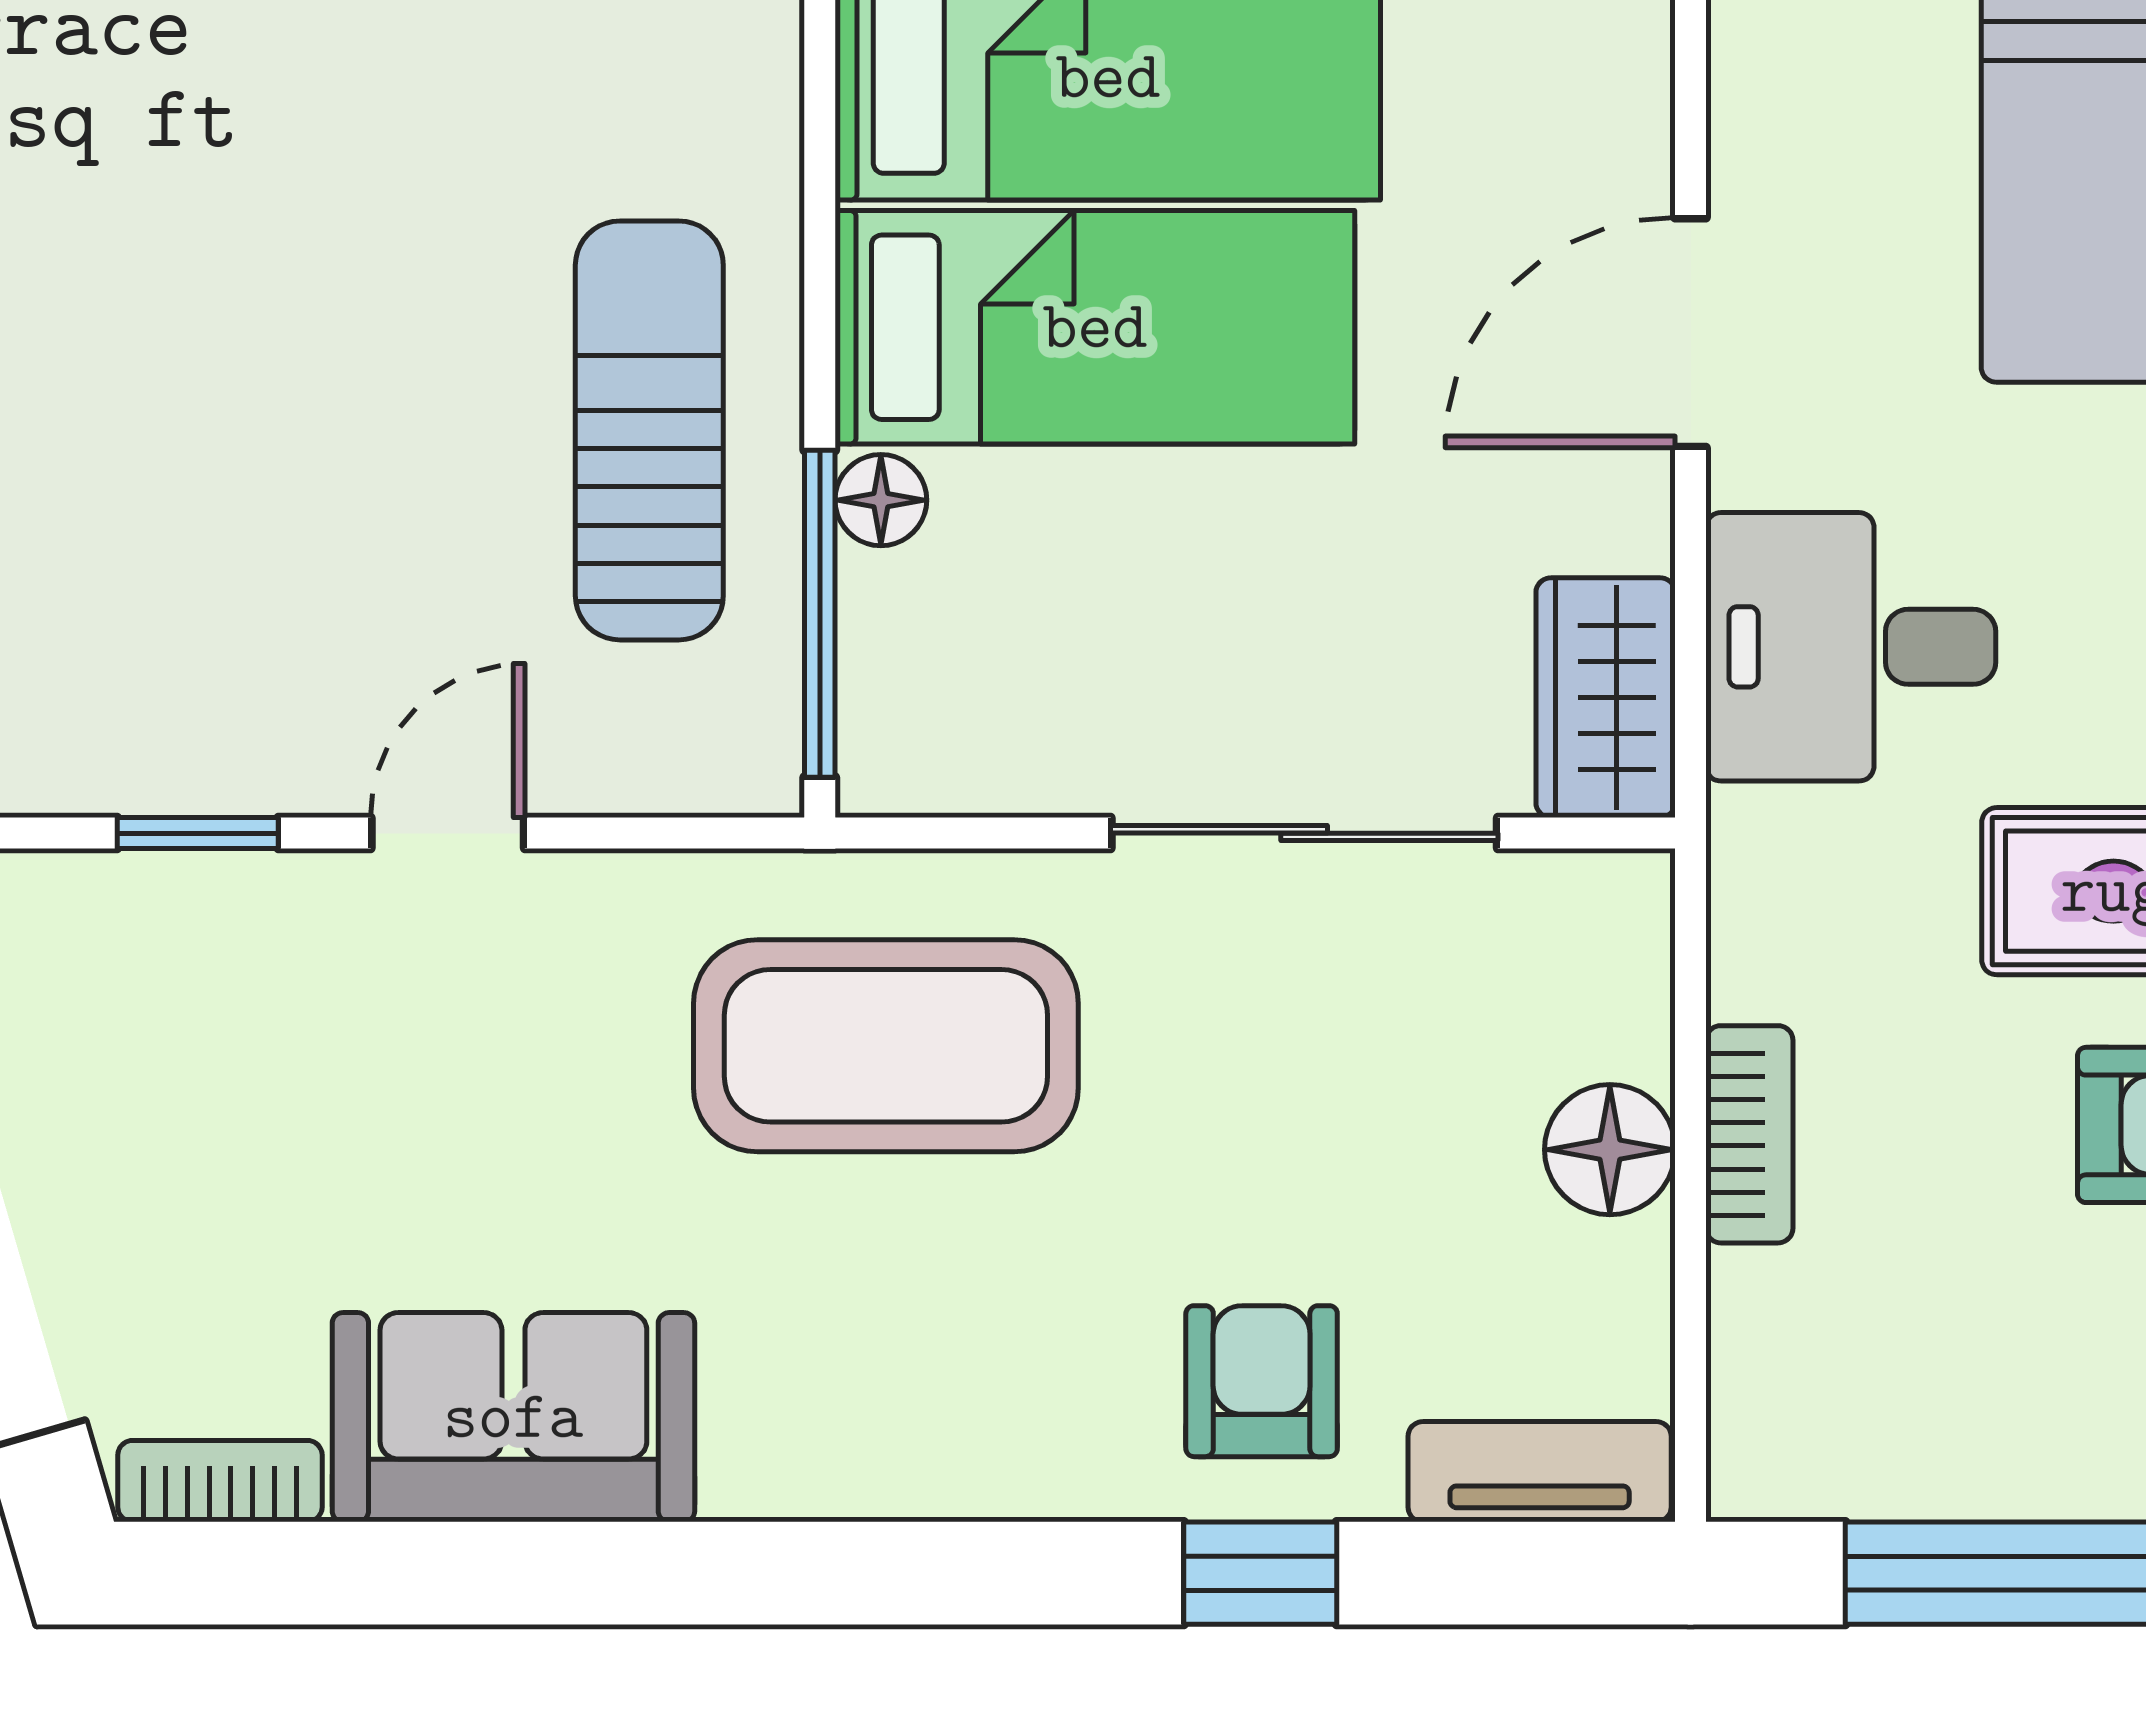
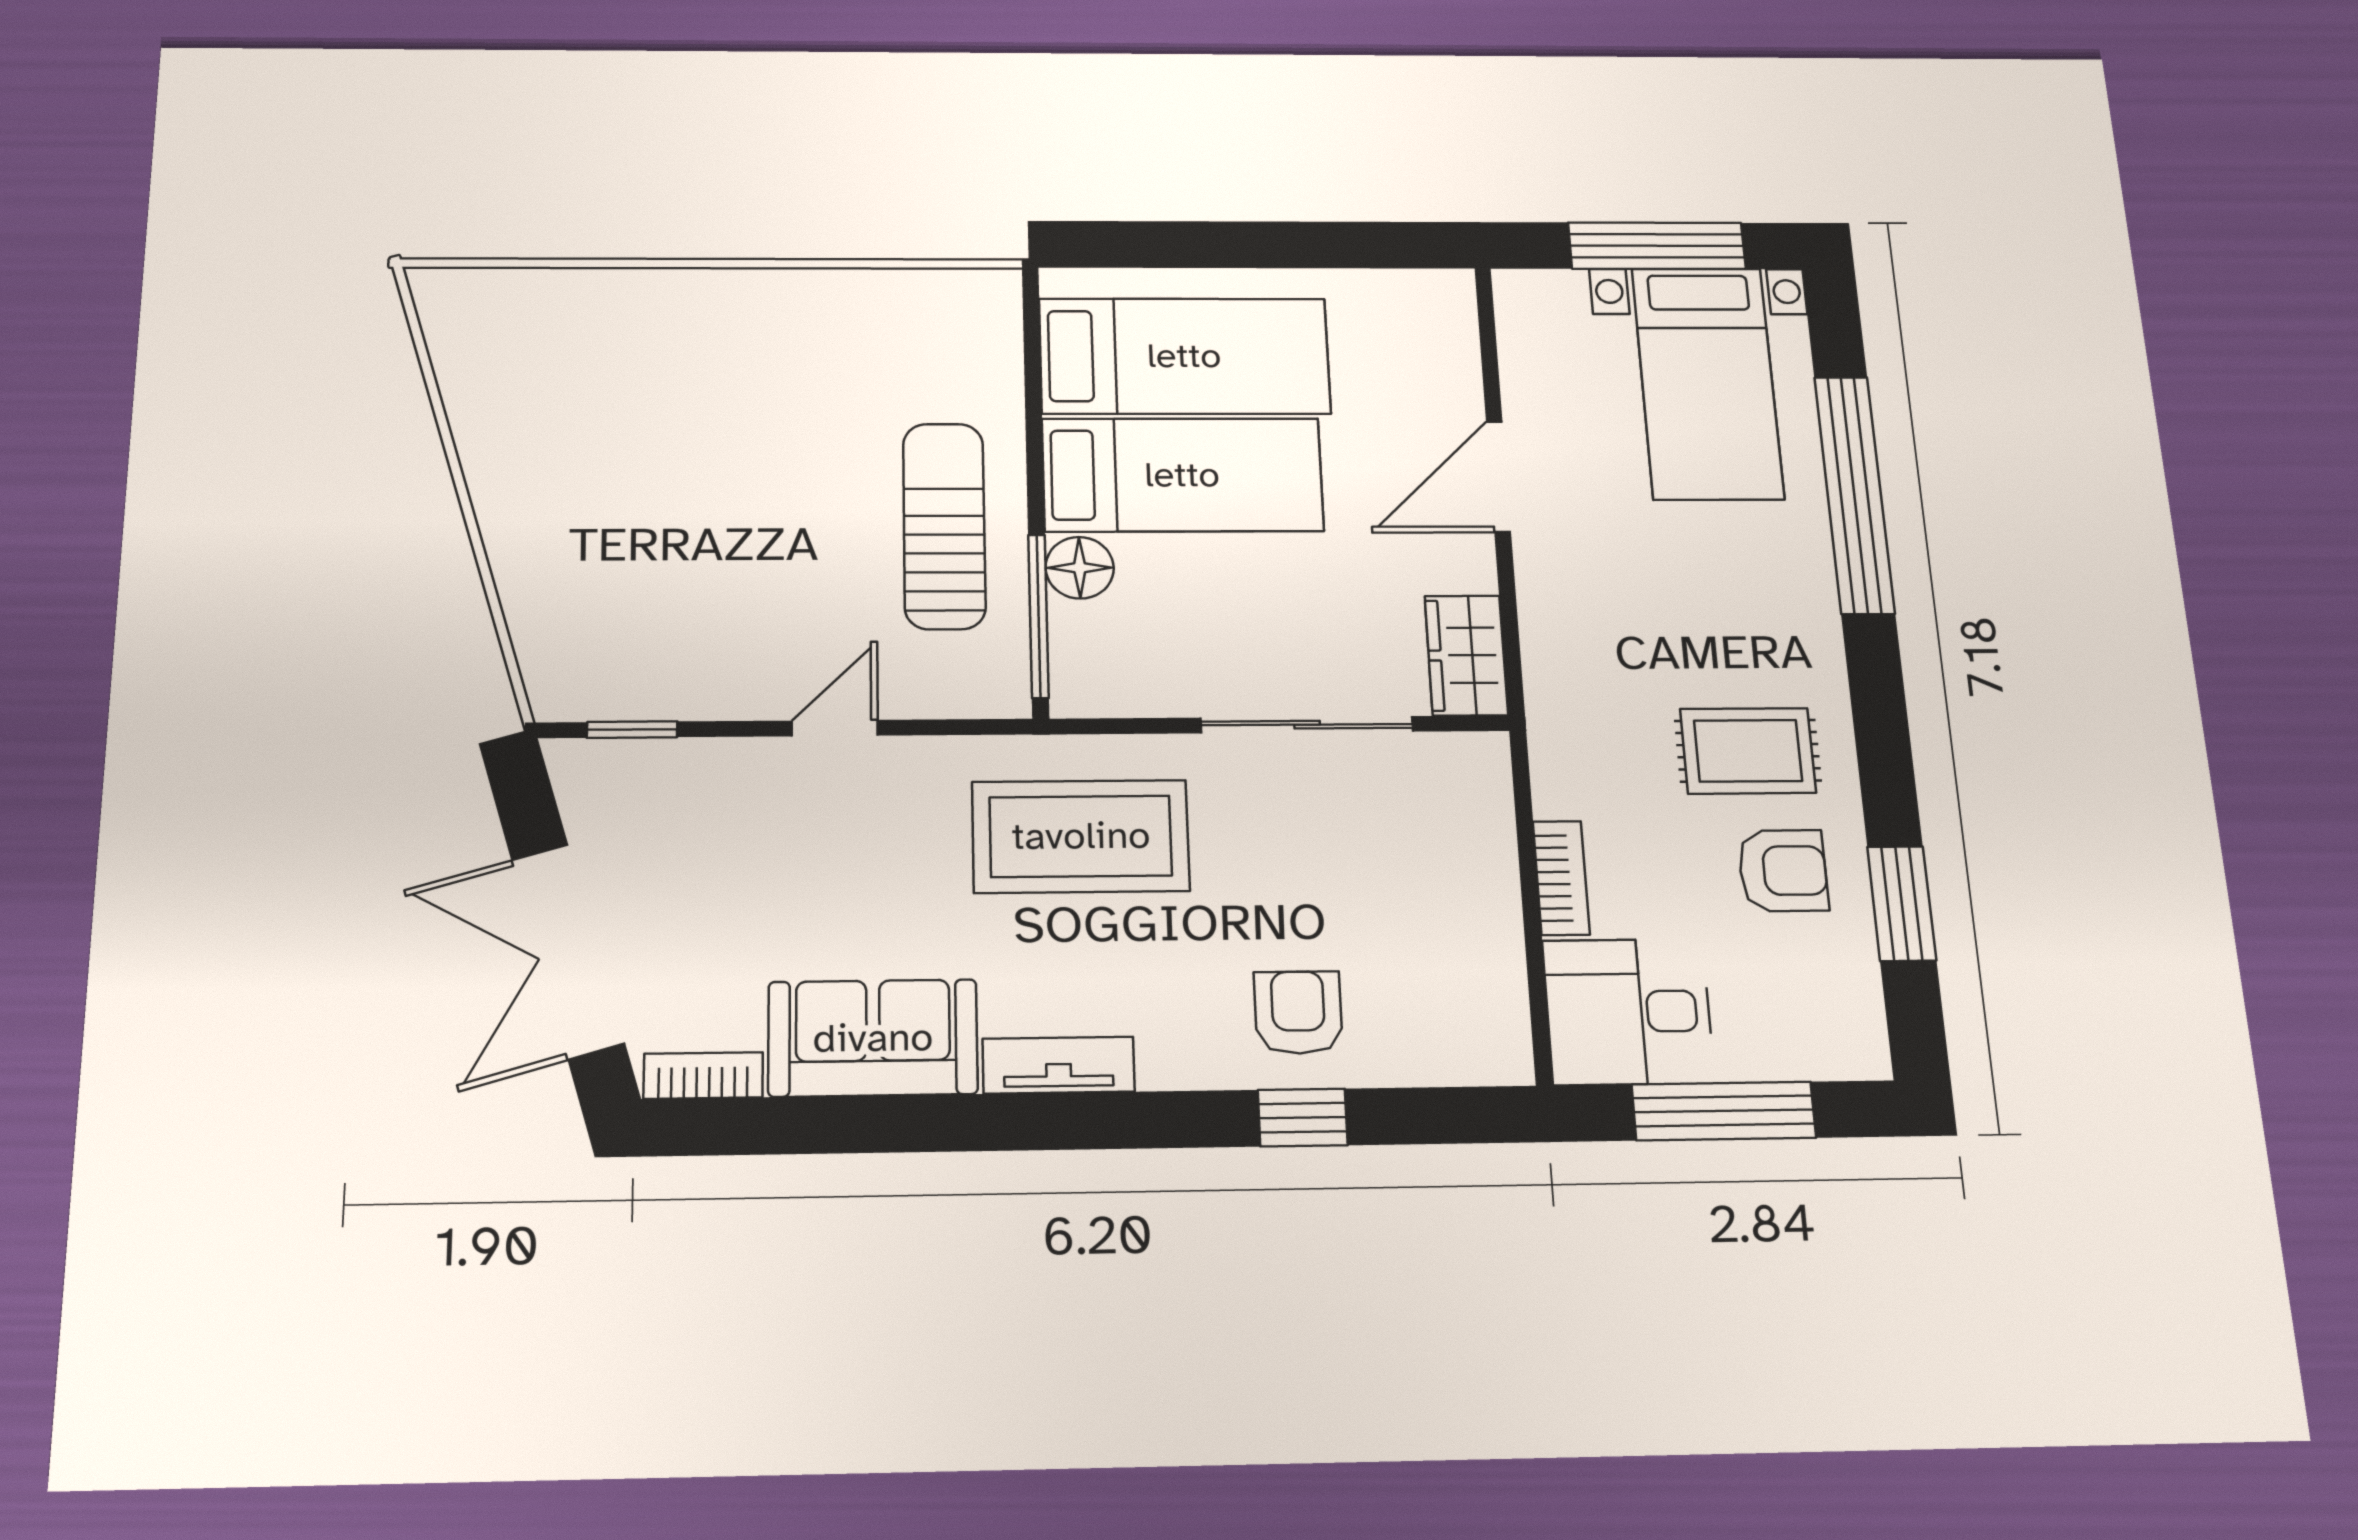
floor lamp: (881, 500) -> (1080, 568), width x1.37, depth x1.37
desk: (1851, 647) -> (1628, 1012), moved
window: (198, 833) -> (632, 730), moved
floor lamp: (1610, 1150) -> (1485, 887), removed
tv unit: (1540, 1472) -> (1059, 1065), moved

